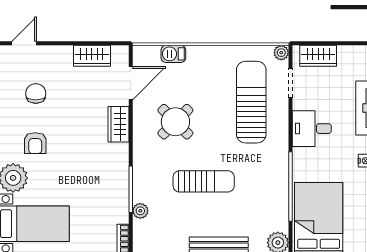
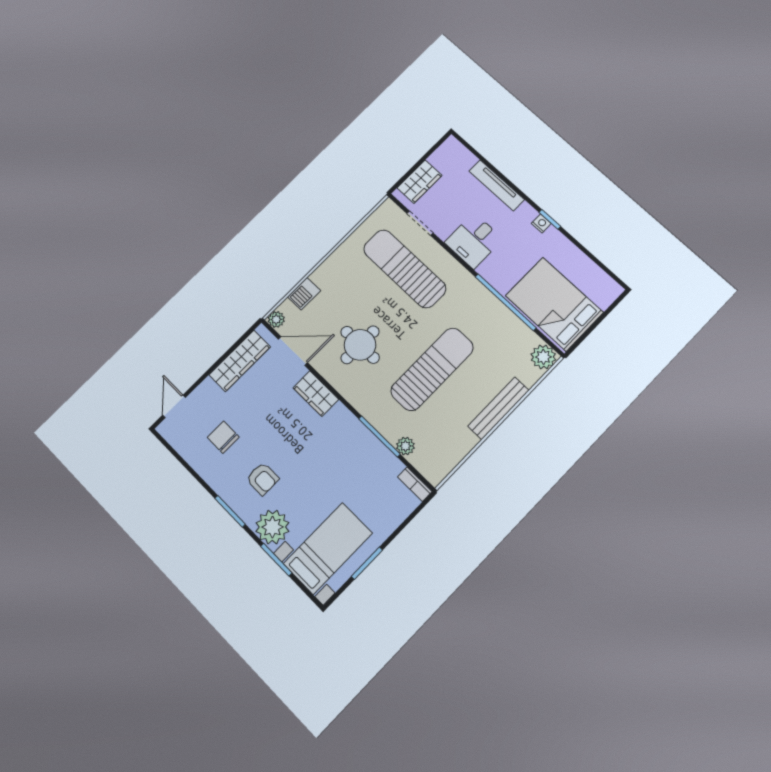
plant: (281, 53) -> (276, 319), moved
wardrobe: (92, 56) -> (240, 361), width x1.50
door: (131, 83) -> (293, 351), hinge flipped
round table: (175, 122) -> (360, 345), turned 45
sun lounger: (204, 181) -> (432, 369), width x1.36, depth x1.34

